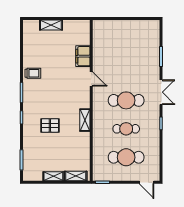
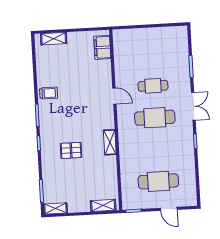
shelving: (51, 25) -> (54, 39), moved
filing cabinet: (83, 56) -> (102, 47), moved
cafe table: (126, 129) -> (153, 86), moved
shelving: (53, 176) -> (55, 208), moved
door: (146, 182) -> (169, 209), moved

